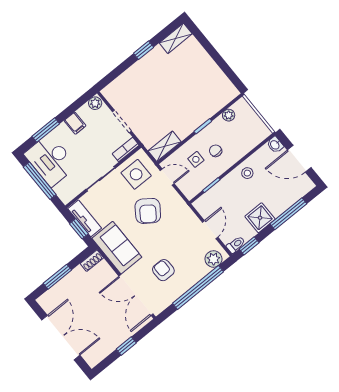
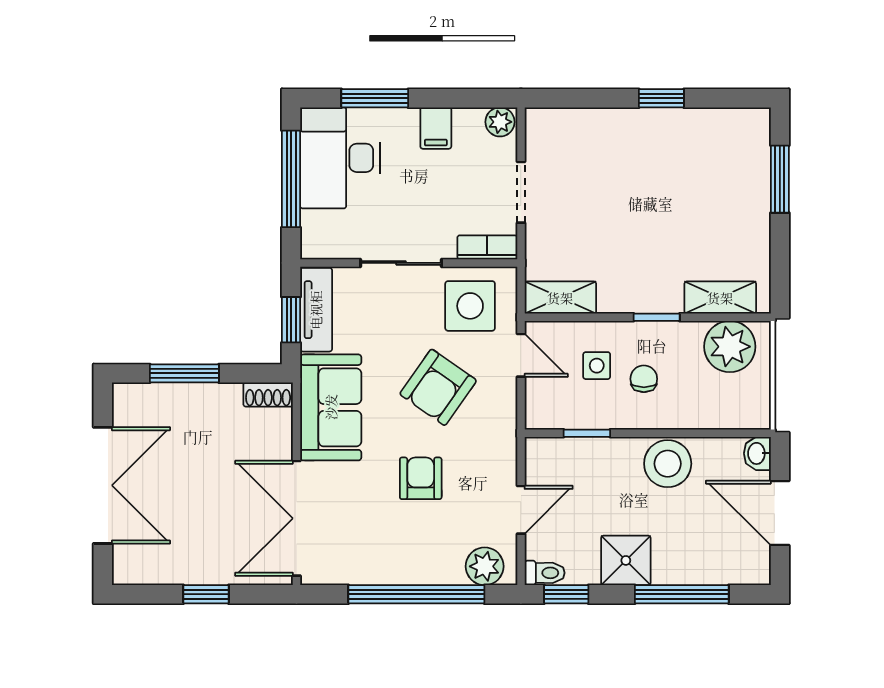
shelving: (176, 38) -> (720, 298), moved
window: (206, 45) -> (780, 179), added
plant: (229, 115) -> (730, 347), width x1.87, depth x1.87
stool: (247, 173) -> (668, 464), width x1.89, depth x1.89
armchair: (163, 270) -> (421, 478), moved

